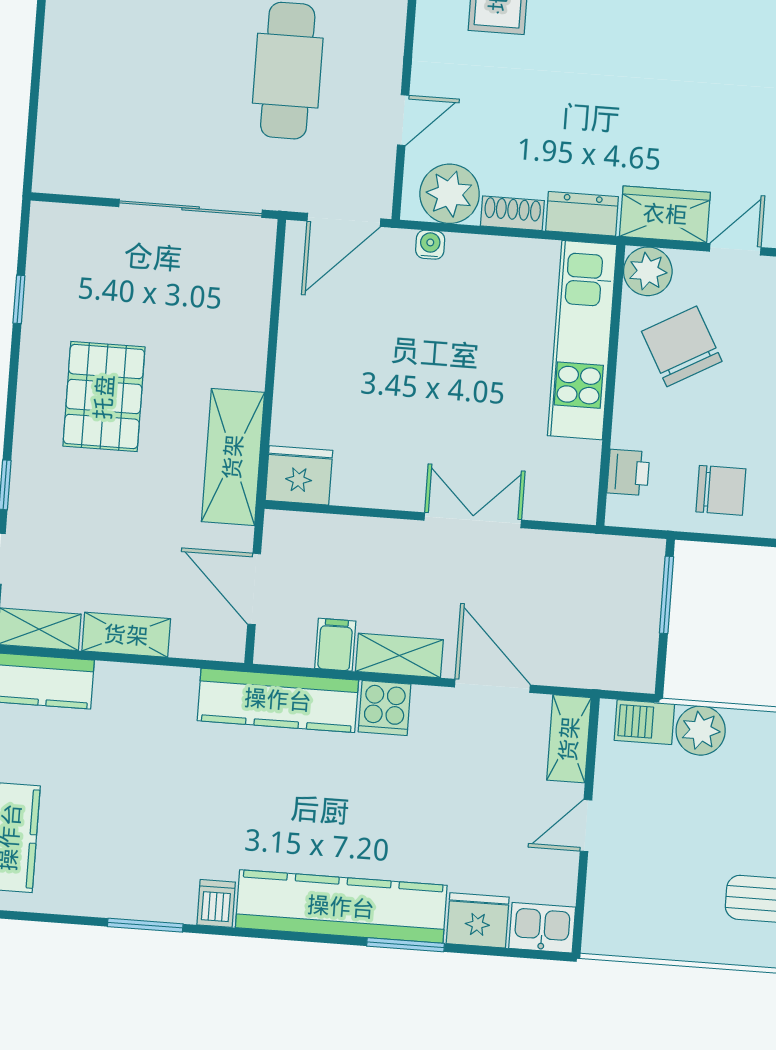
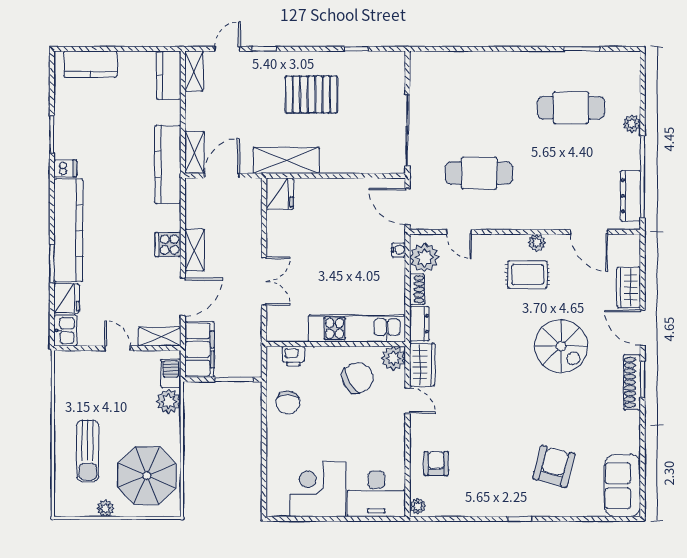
shelving: (126, 635) -> (195, 152), moved
filing cabinet: (335, 645) -> (200, 349), moved, width x3.00, depth x1.17
kitchen counter: (278, 700) -> (168, 165), moved

